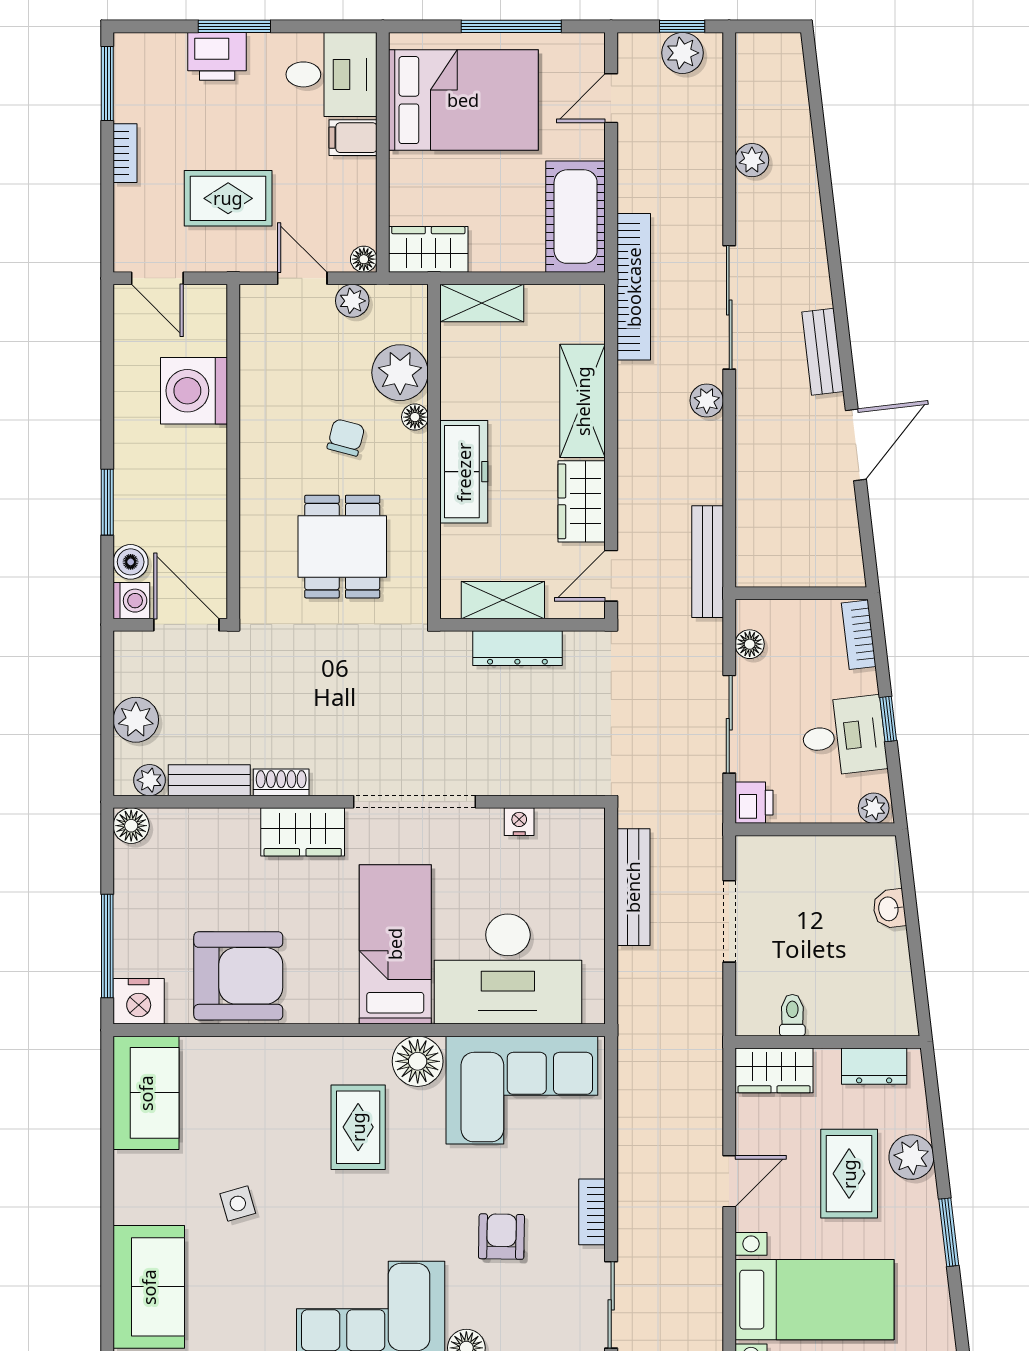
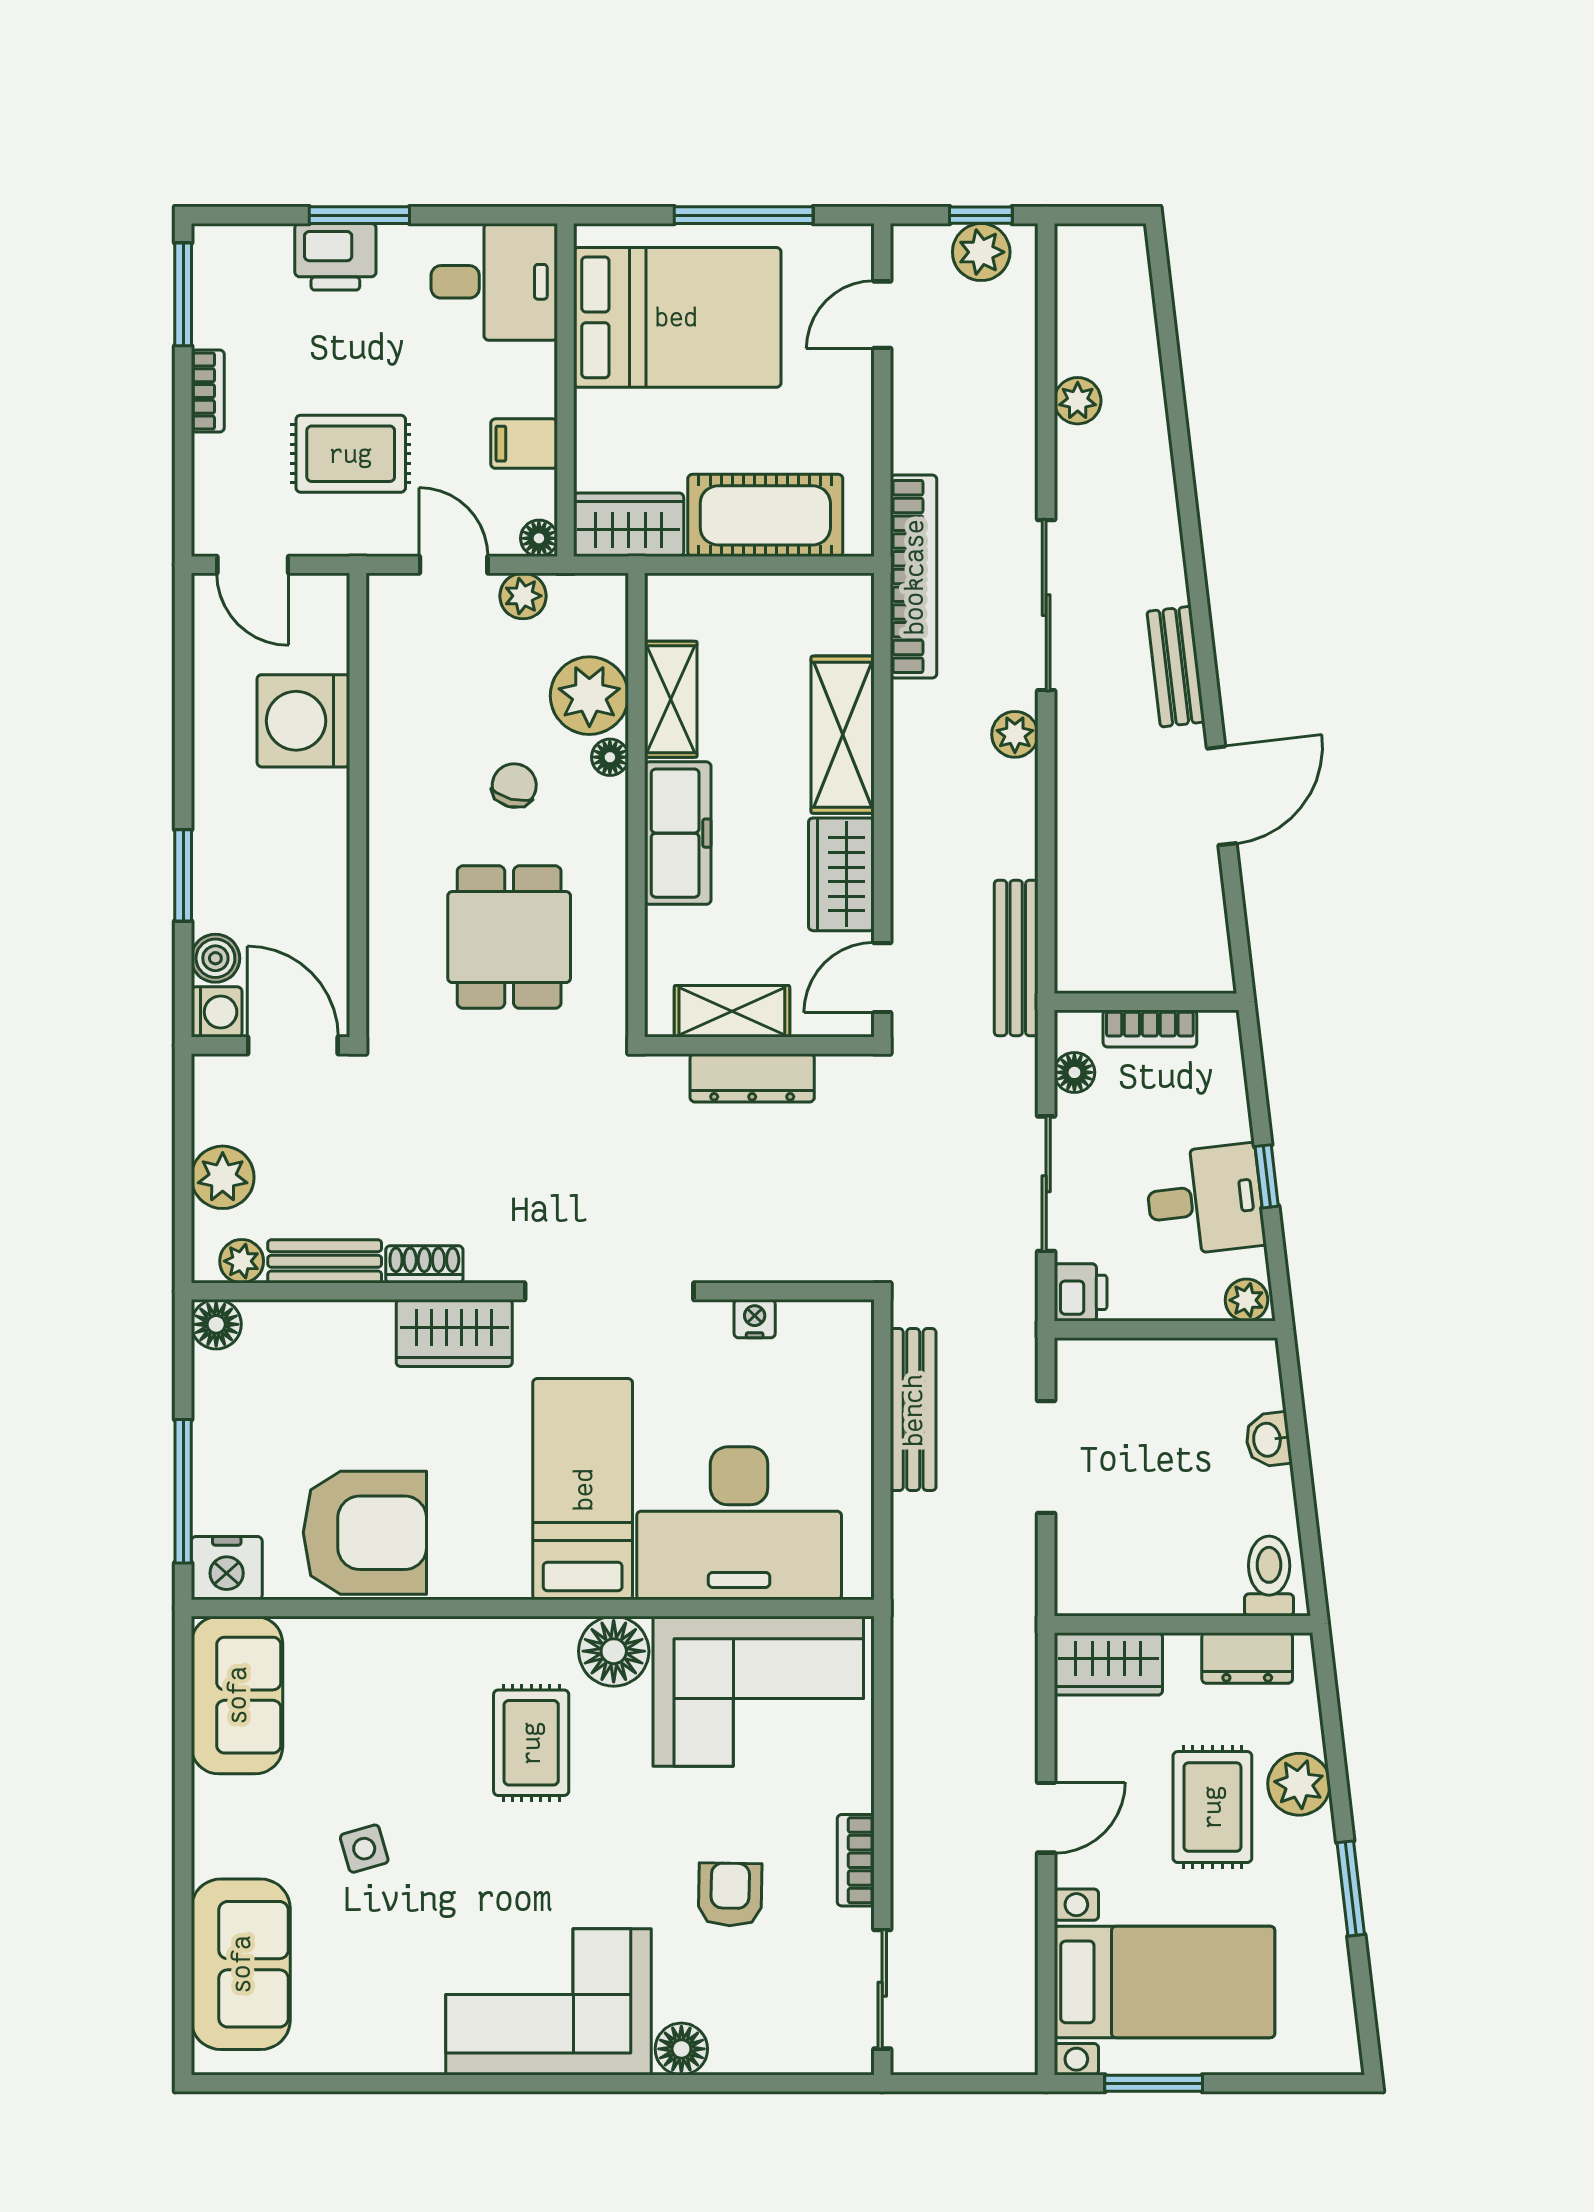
filing cabinet: (353, 138) -> (524, 444), moved
cot: (576, 217) -> (765, 515), moved, turned 90
shelving: (482, 303) -> (671, 699), moved, turned 90
bookcase: (859, 635) -> (1150, 1029), moved, turned -83
toilet: (792, 1015) -> (1269, 1576), moved, width x1.37, depth x1.39

